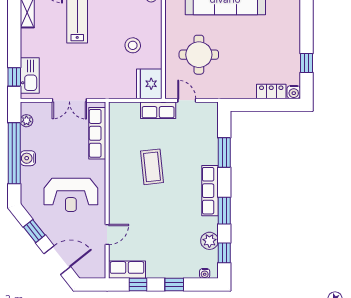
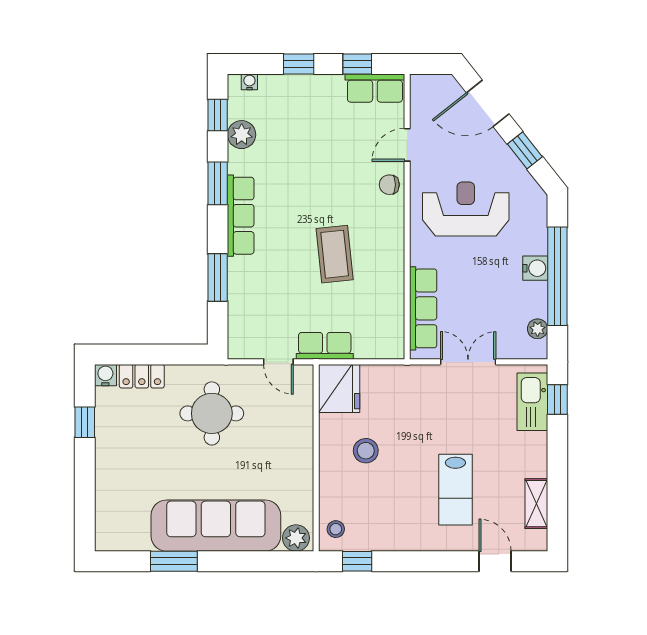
round table: (199, 55) -> (212, 413), moved
chair: (118, 210) -> (389, 185), added

